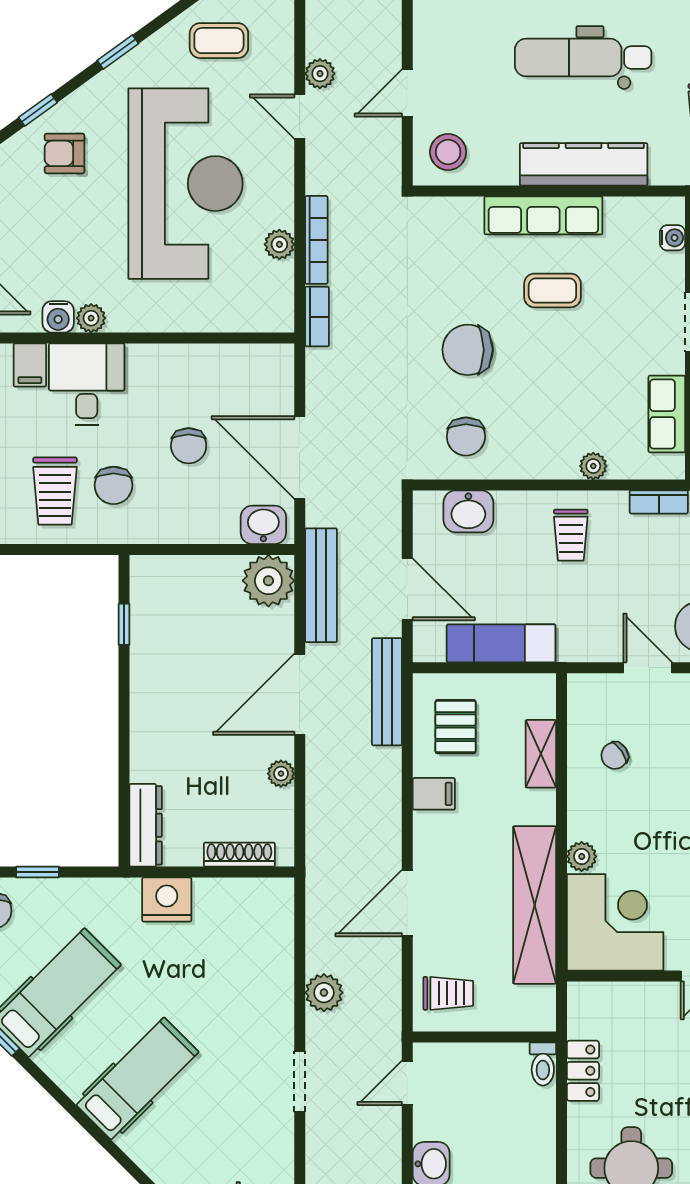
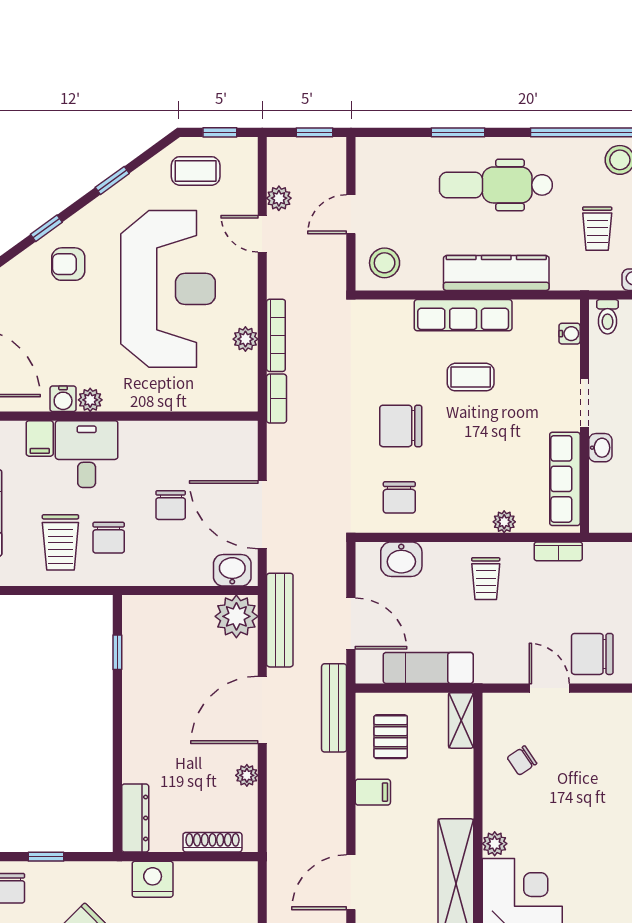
row of seats: (667, 414) -> (565, 479), width x1.48
shelving: (541, 754) -> (461, 720), moved

